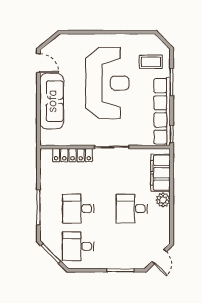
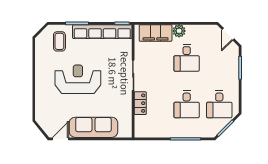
reception desk: (107, 83) -> (78, 79), width x0.74, depth x0.77
locker: (73, 155) -> (140, 103), width x0.66
door: (159, 257) -> (228, 34), swing flipped

